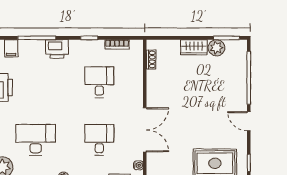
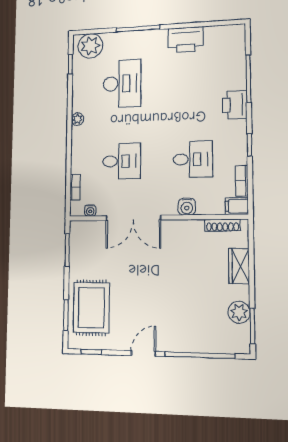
wardrobe: (194, 47) -> (239, 266), moved
filing cabinet: (11, 48) -> (237, 206), moved
shoe rack: (151, 59) -> (223, 225), width x1.43
water cooler: (136, 87) -> (187, 207), added

